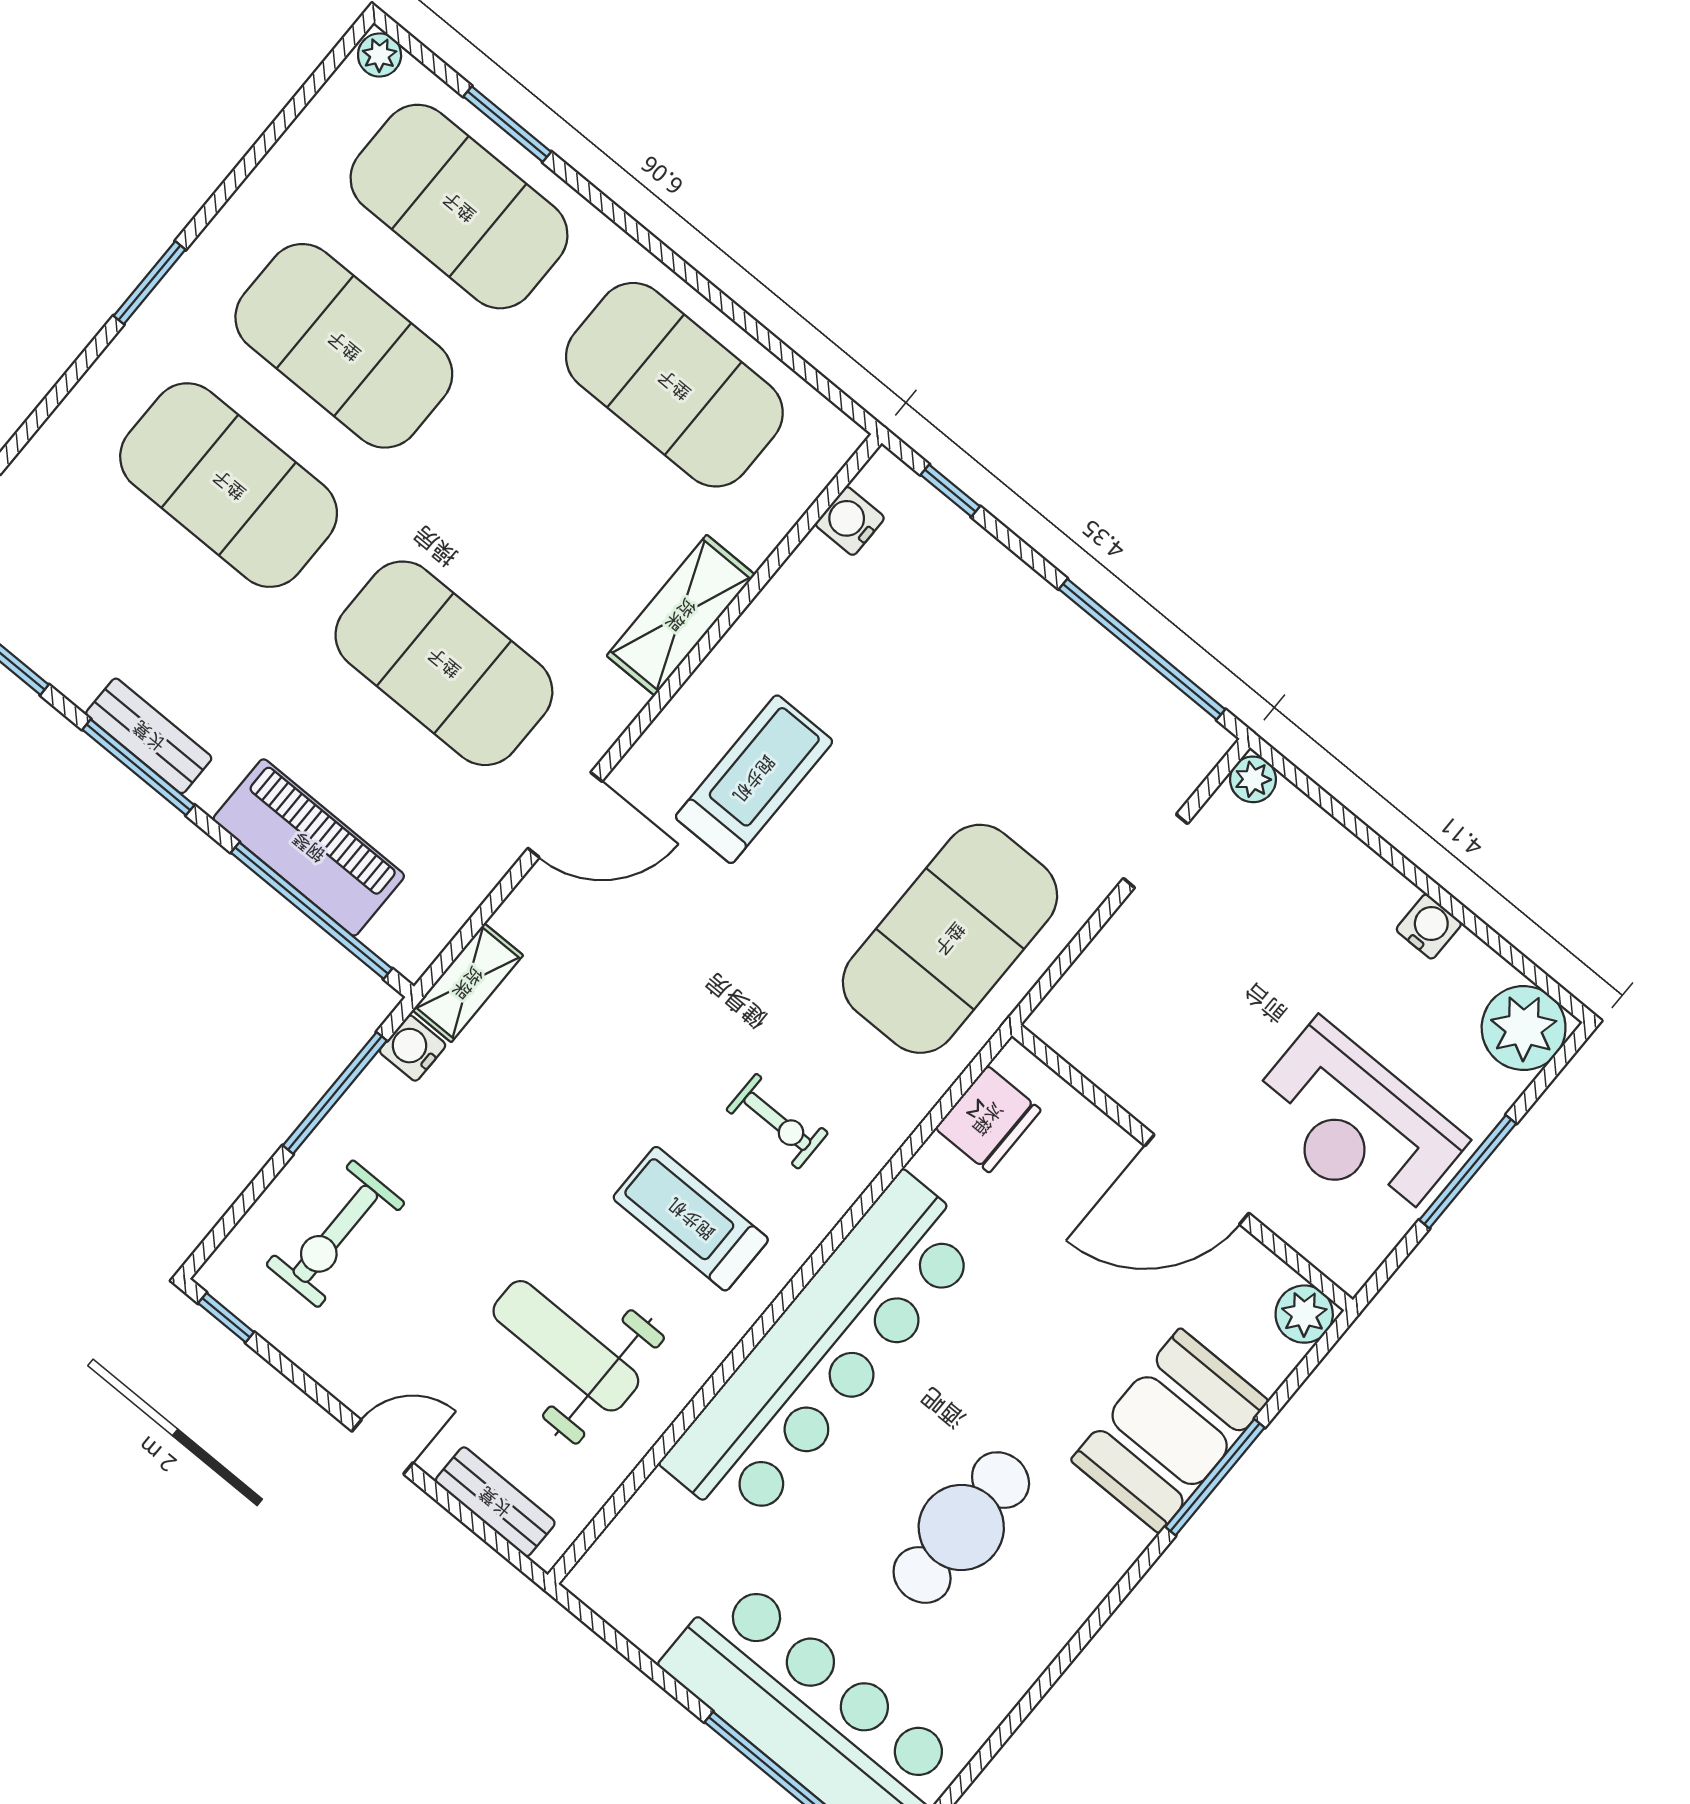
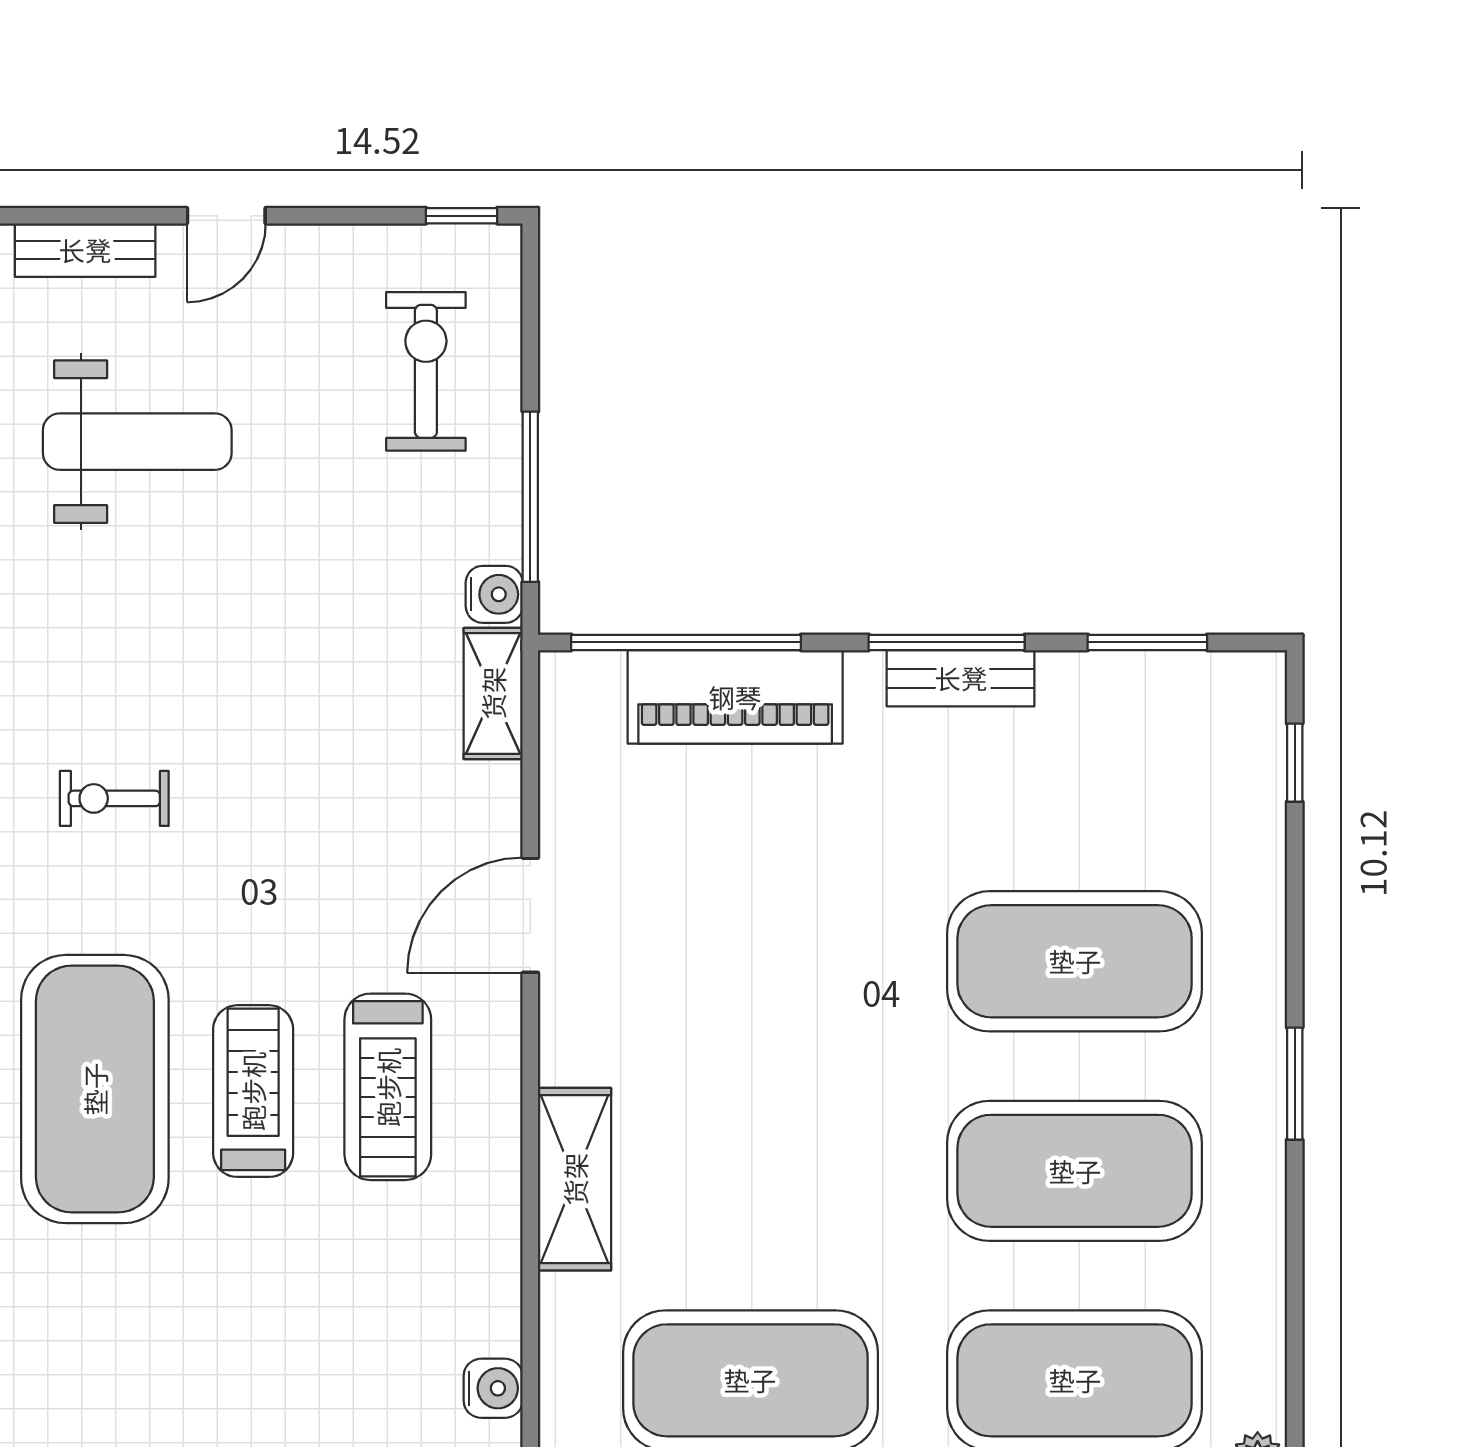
exercise mat: (444, 663) -> (750, 961), removed
treadmill: (691, 1219) -> (253, 1091), moved, turned -90

